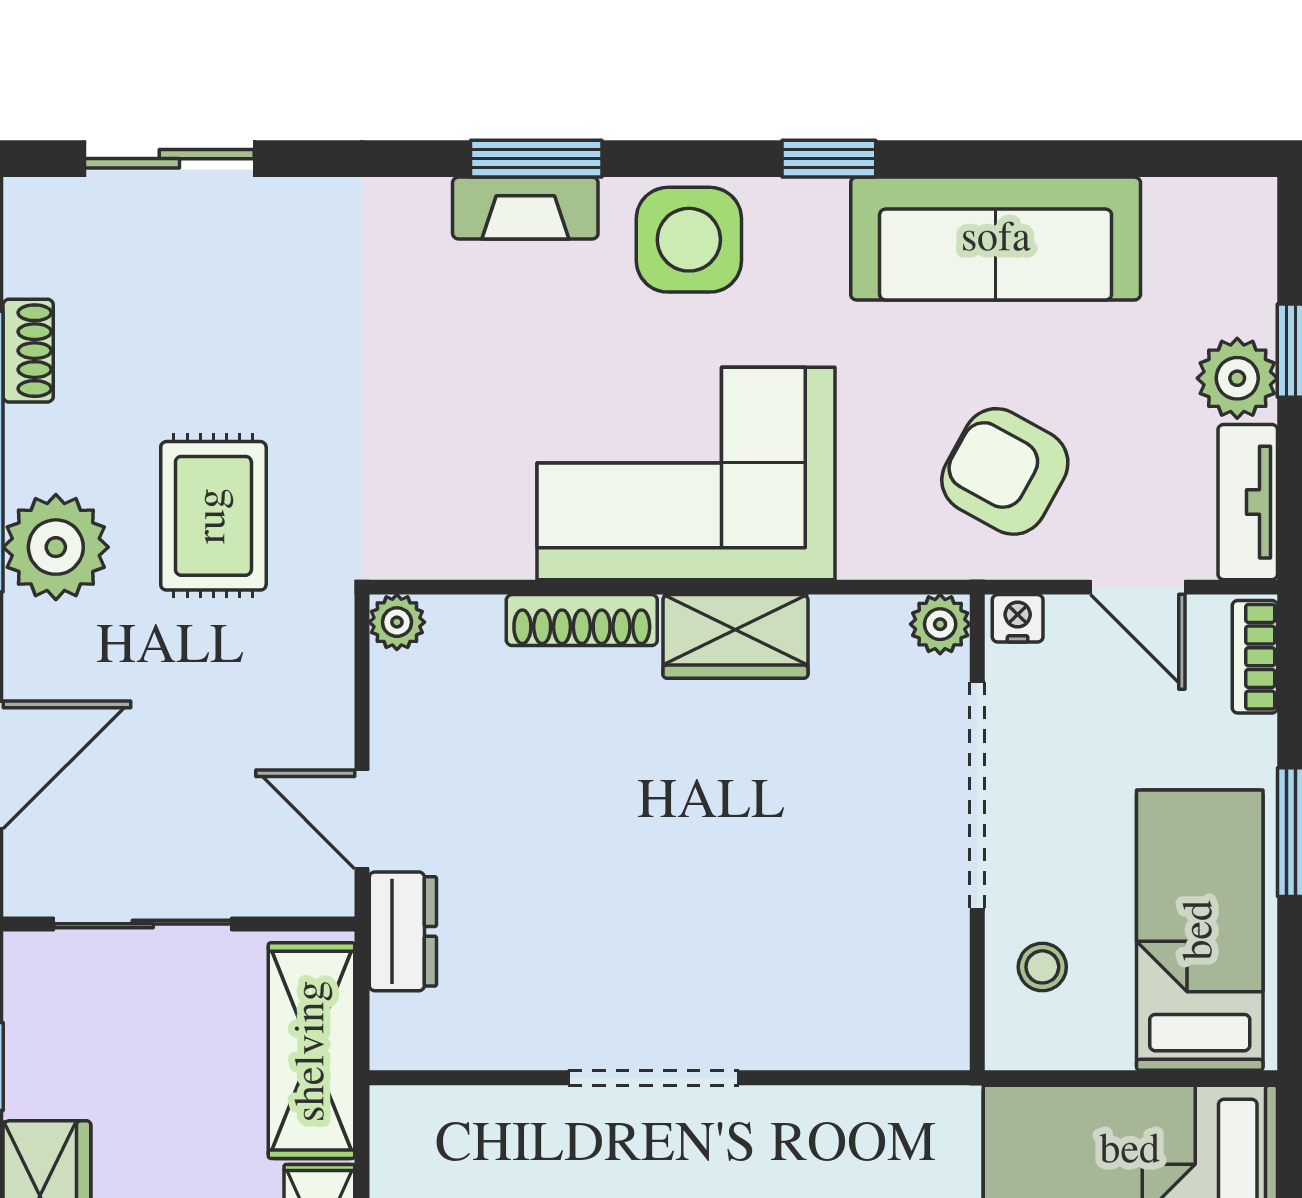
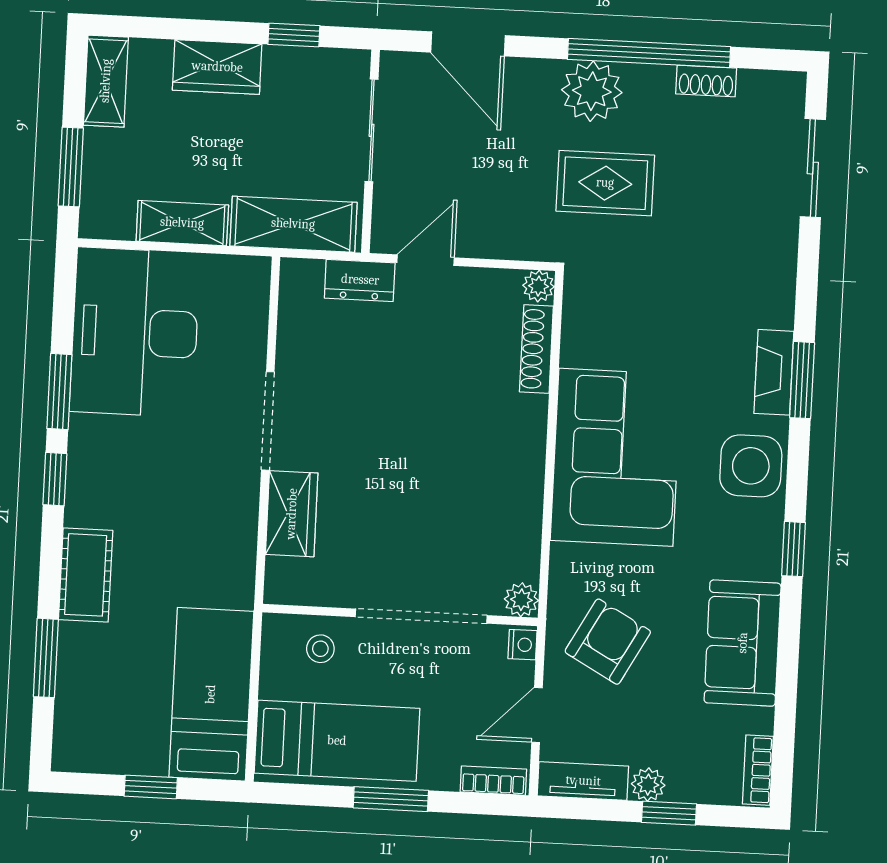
bookcase: (1214, 201) -> (758, 770), added
sofa: (996, 239) -> (743, 643), width x0.73
plant: (1237, 378) -> (648, 785), width x0.73, depth x0.73
shoe rack: (582, 620) -> (536, 349), moved
wardrobe: (735, 636) -> (292, 514), moved, turned 180

